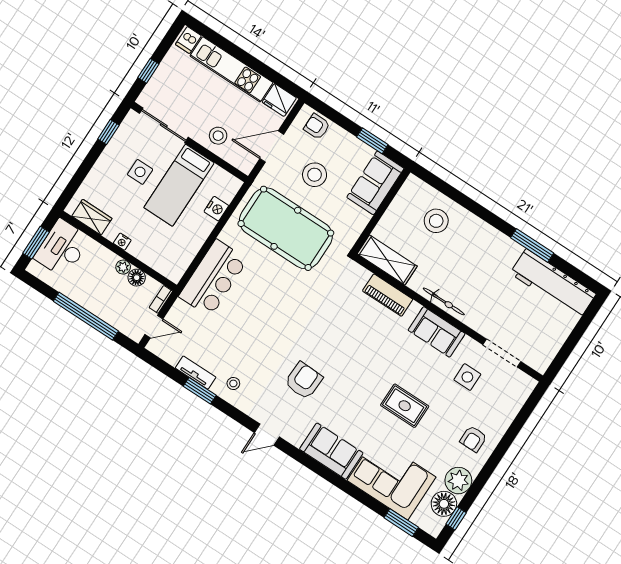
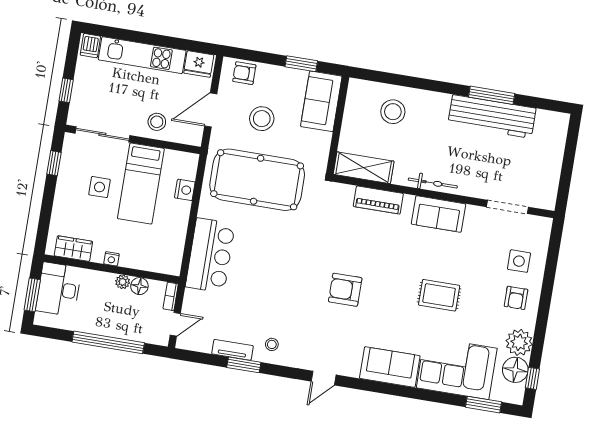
workbench: (553, 284) -> (492, 116), moved
side table: (467, 377) -> (519, 261), moved
armchair: (304, 381) -> (345, 290), moved, turned -92

